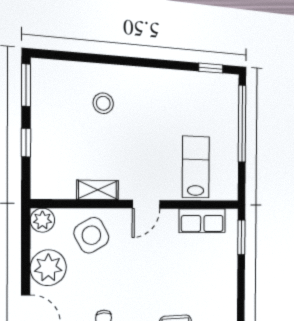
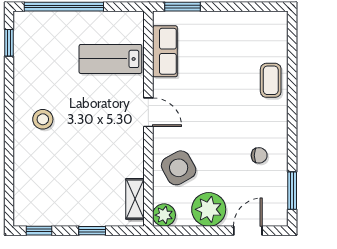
window: (26, 85) -> (39, 231), width x0.67
stool: (103, 103) -> (43, 119), moved
shelving: (98, 190) -> (135, 199), moved

